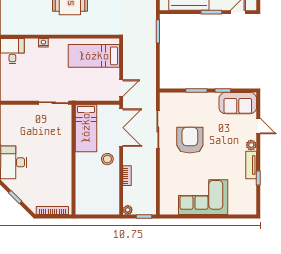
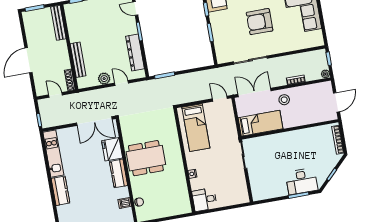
armchair: (190, 140) -> (260, 22), moved
door: (94, 216) -> (336, 102), added

